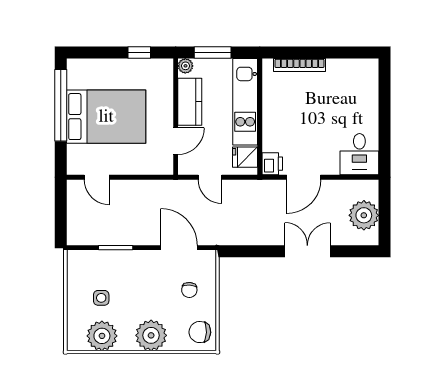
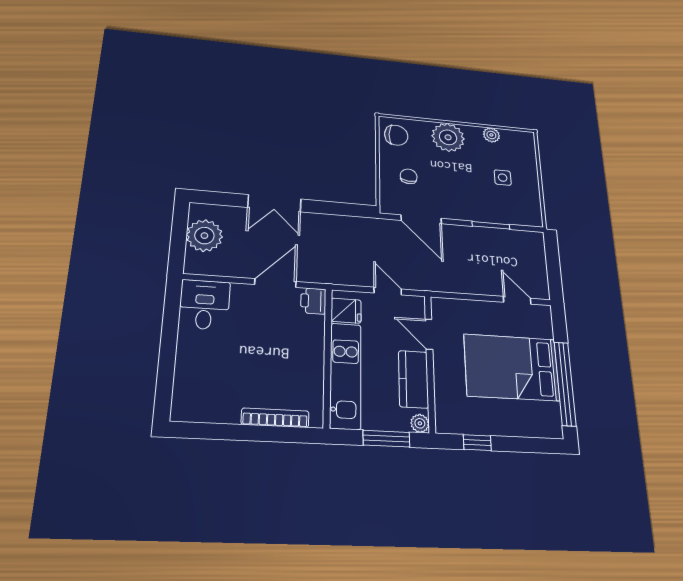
door: (176, 141) -> (429, 334), hinge flipped
plant: (102, 336) -> (491, 135), width x0.53, depth x0.53

